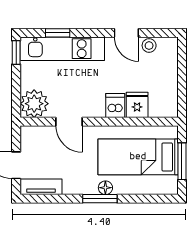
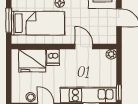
plant: (34, 104) -> (111, 54), width x0.53, depth x0.53
fridge: (137, 105) -> (32, 61), width x1.88, depth x1.34

